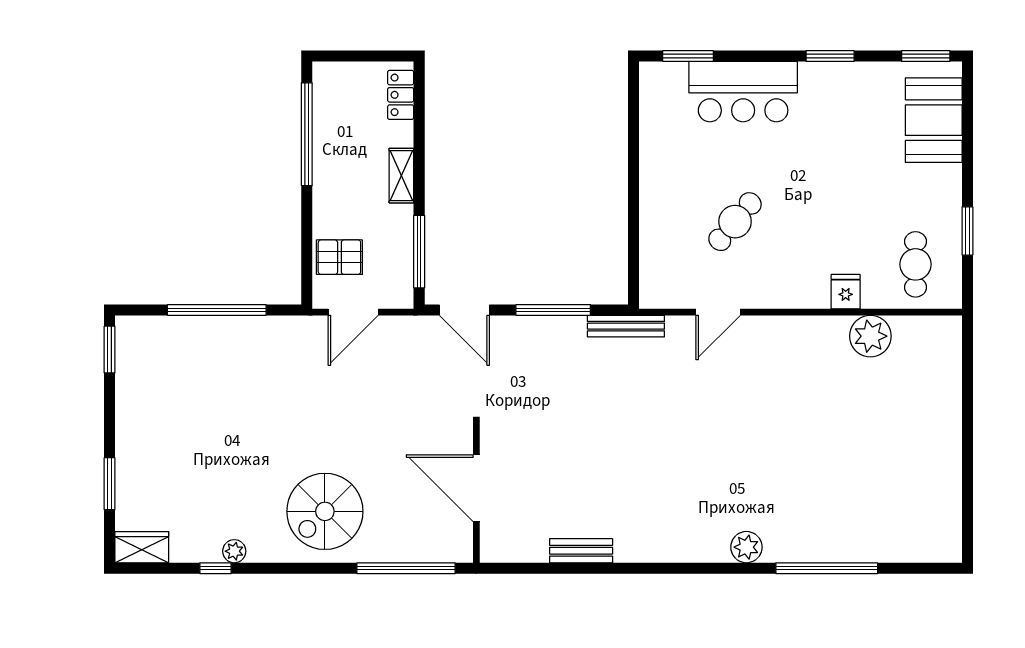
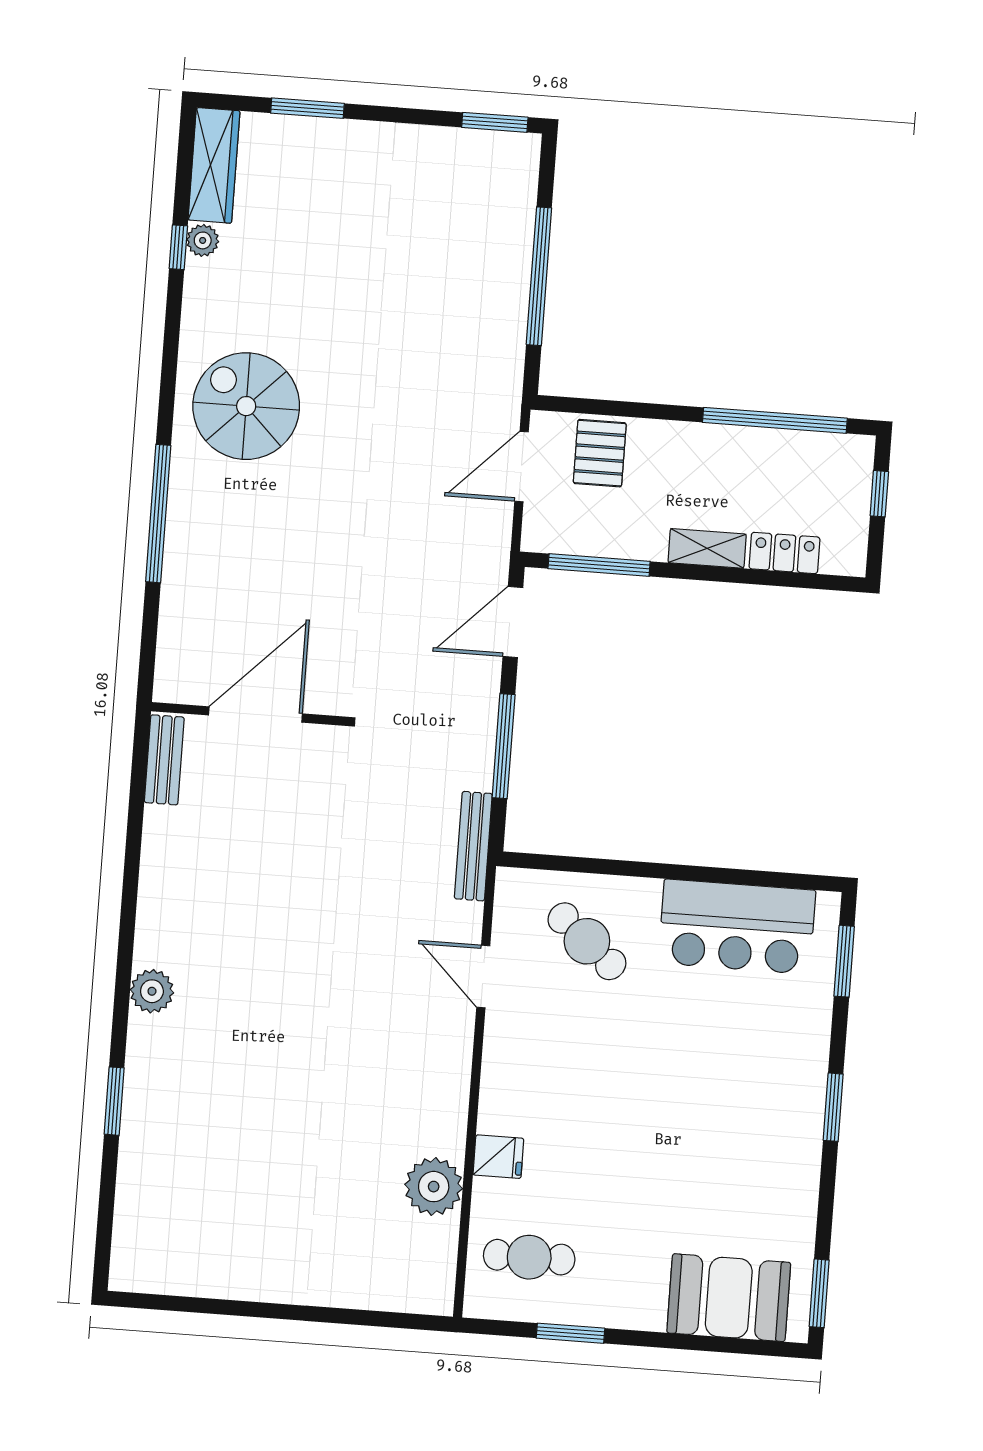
window: (353, 56) -> (879, 494), added
window: (830, 56) -> (833, 1107), moved
bar counter: (743, 92) -> (737, 927), moved, turned -90
locker: (401, 95) -> (784, 553), moved
cafe table: (735, 222) -> (587, 941), moved
door: (353, 312) -> (522, 467), hinge flipped
door: (476, 488) -> (255, 714), moved
wall: (476, 493) -> (249, 714), moved
wardrobe: (142, 547) -> (214, 165), width x1.50
plant: (234, 551) -> (203, 240), moved
window: (827, 568) -> (114, 1101), width x0.47

